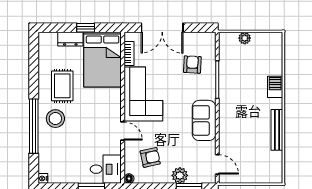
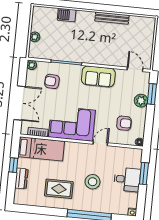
plant: (210, 38) -> (32, 65), added
bed: (103, 60) -> (41, 149), width x0.67
barbecue: (275, 87) -> (67, 15), moved
stool: (55, 119) -> (93, 182), moved
armchair: (150, 157) -> (124, 123), turned 102
door: (217, 164) -> (135, 69), hinge flipped
desk: (106, 169) -> (127, 179), moved, turned 90

